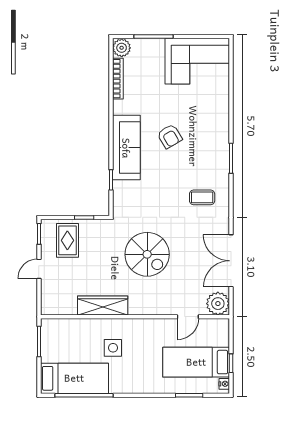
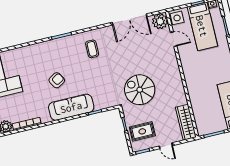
spiral stairs: (147, 254) -> (140, 90), moved, turned -90
wardrobe: (103, 305) -> (186, 122), moved
side table: (113, 348) -> (177, 18), moved

